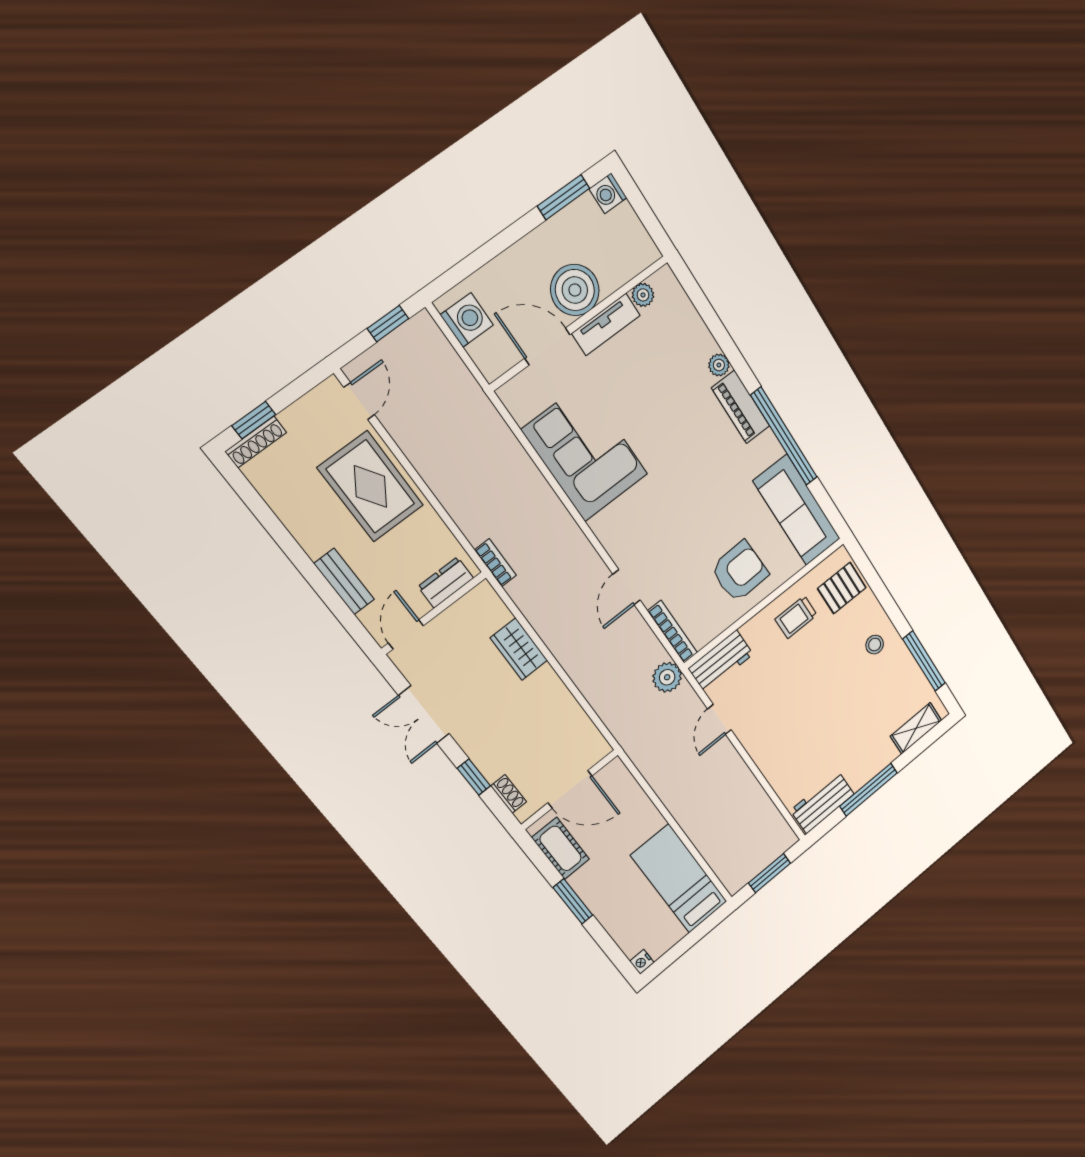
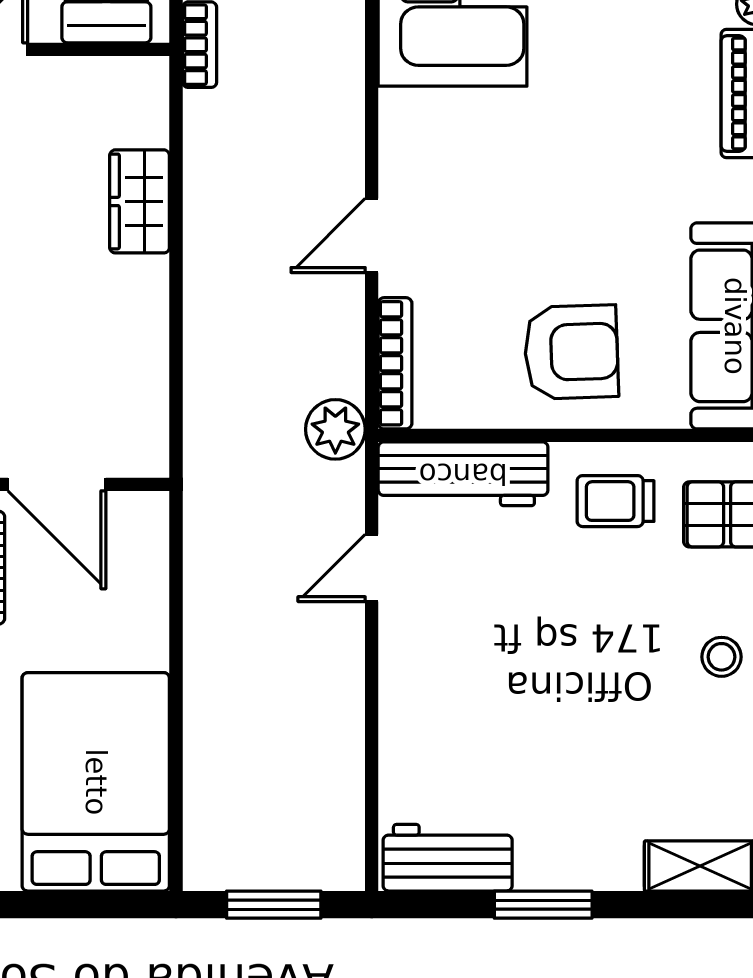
workbench: (721, 661) -> (463, 474), width x1.38
window: (869, 790) -> (543, 905), width x0.69
bed: (679, 879) -> (96, 782), width x1.50

